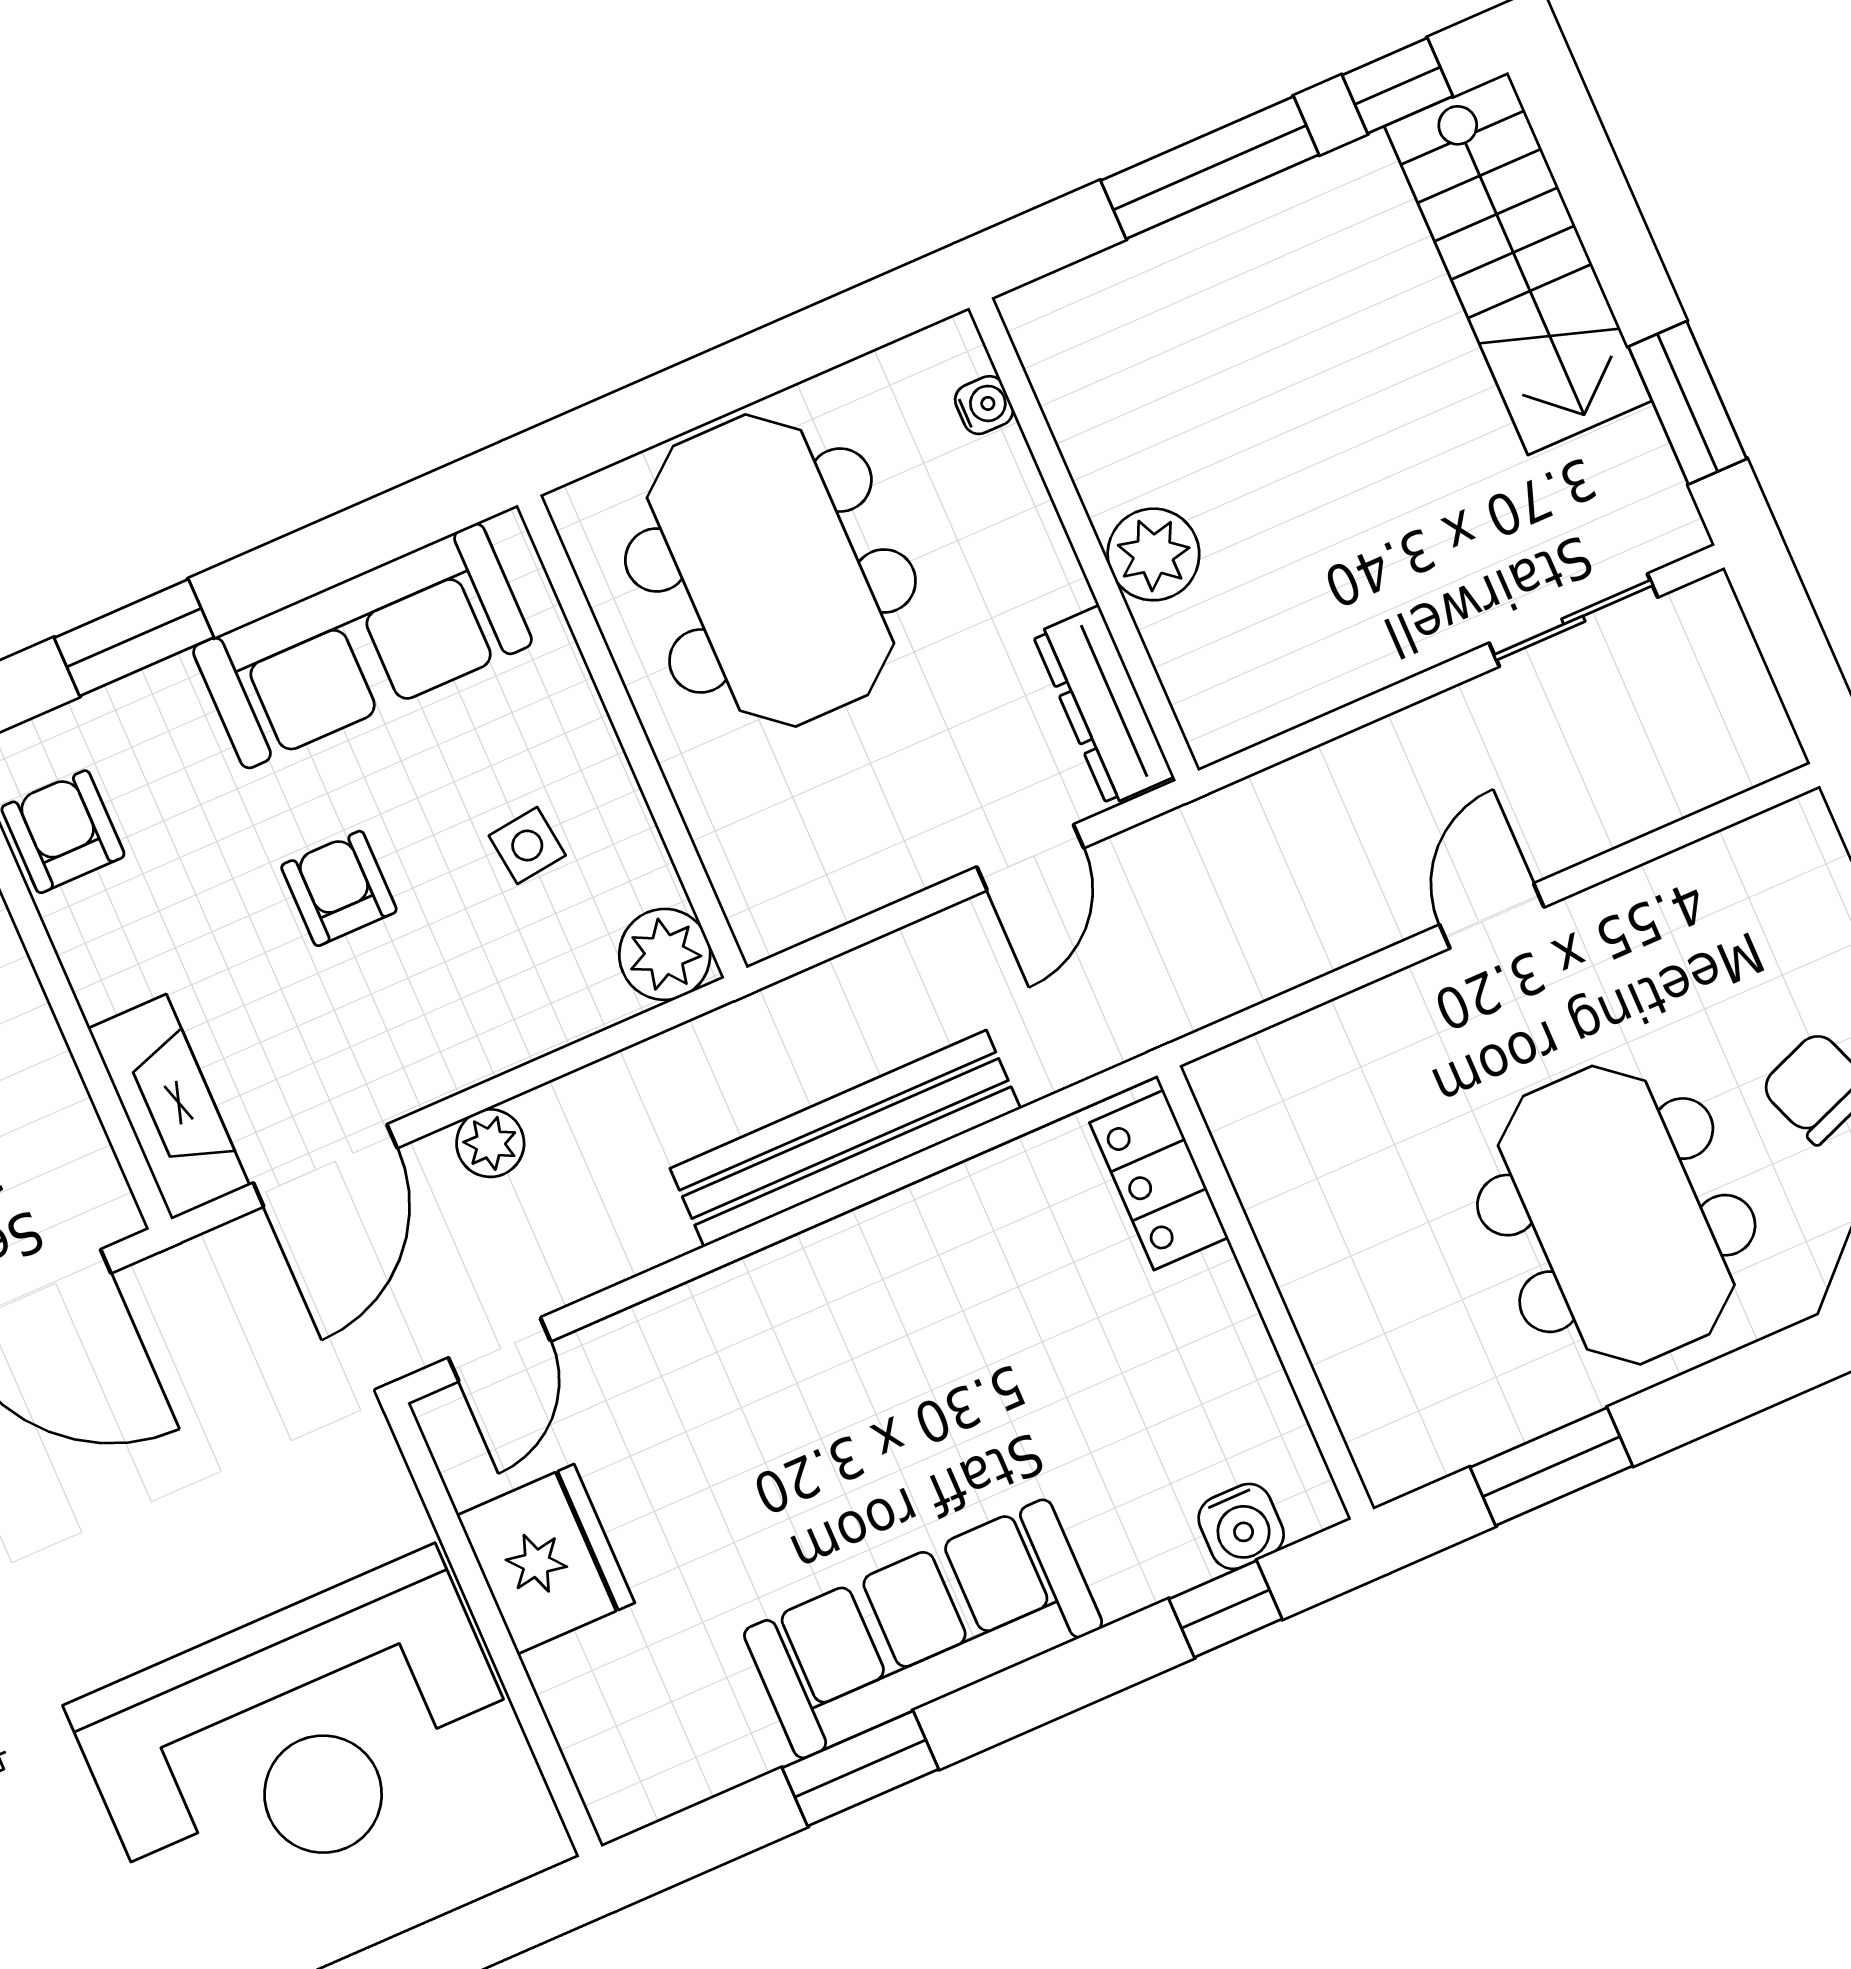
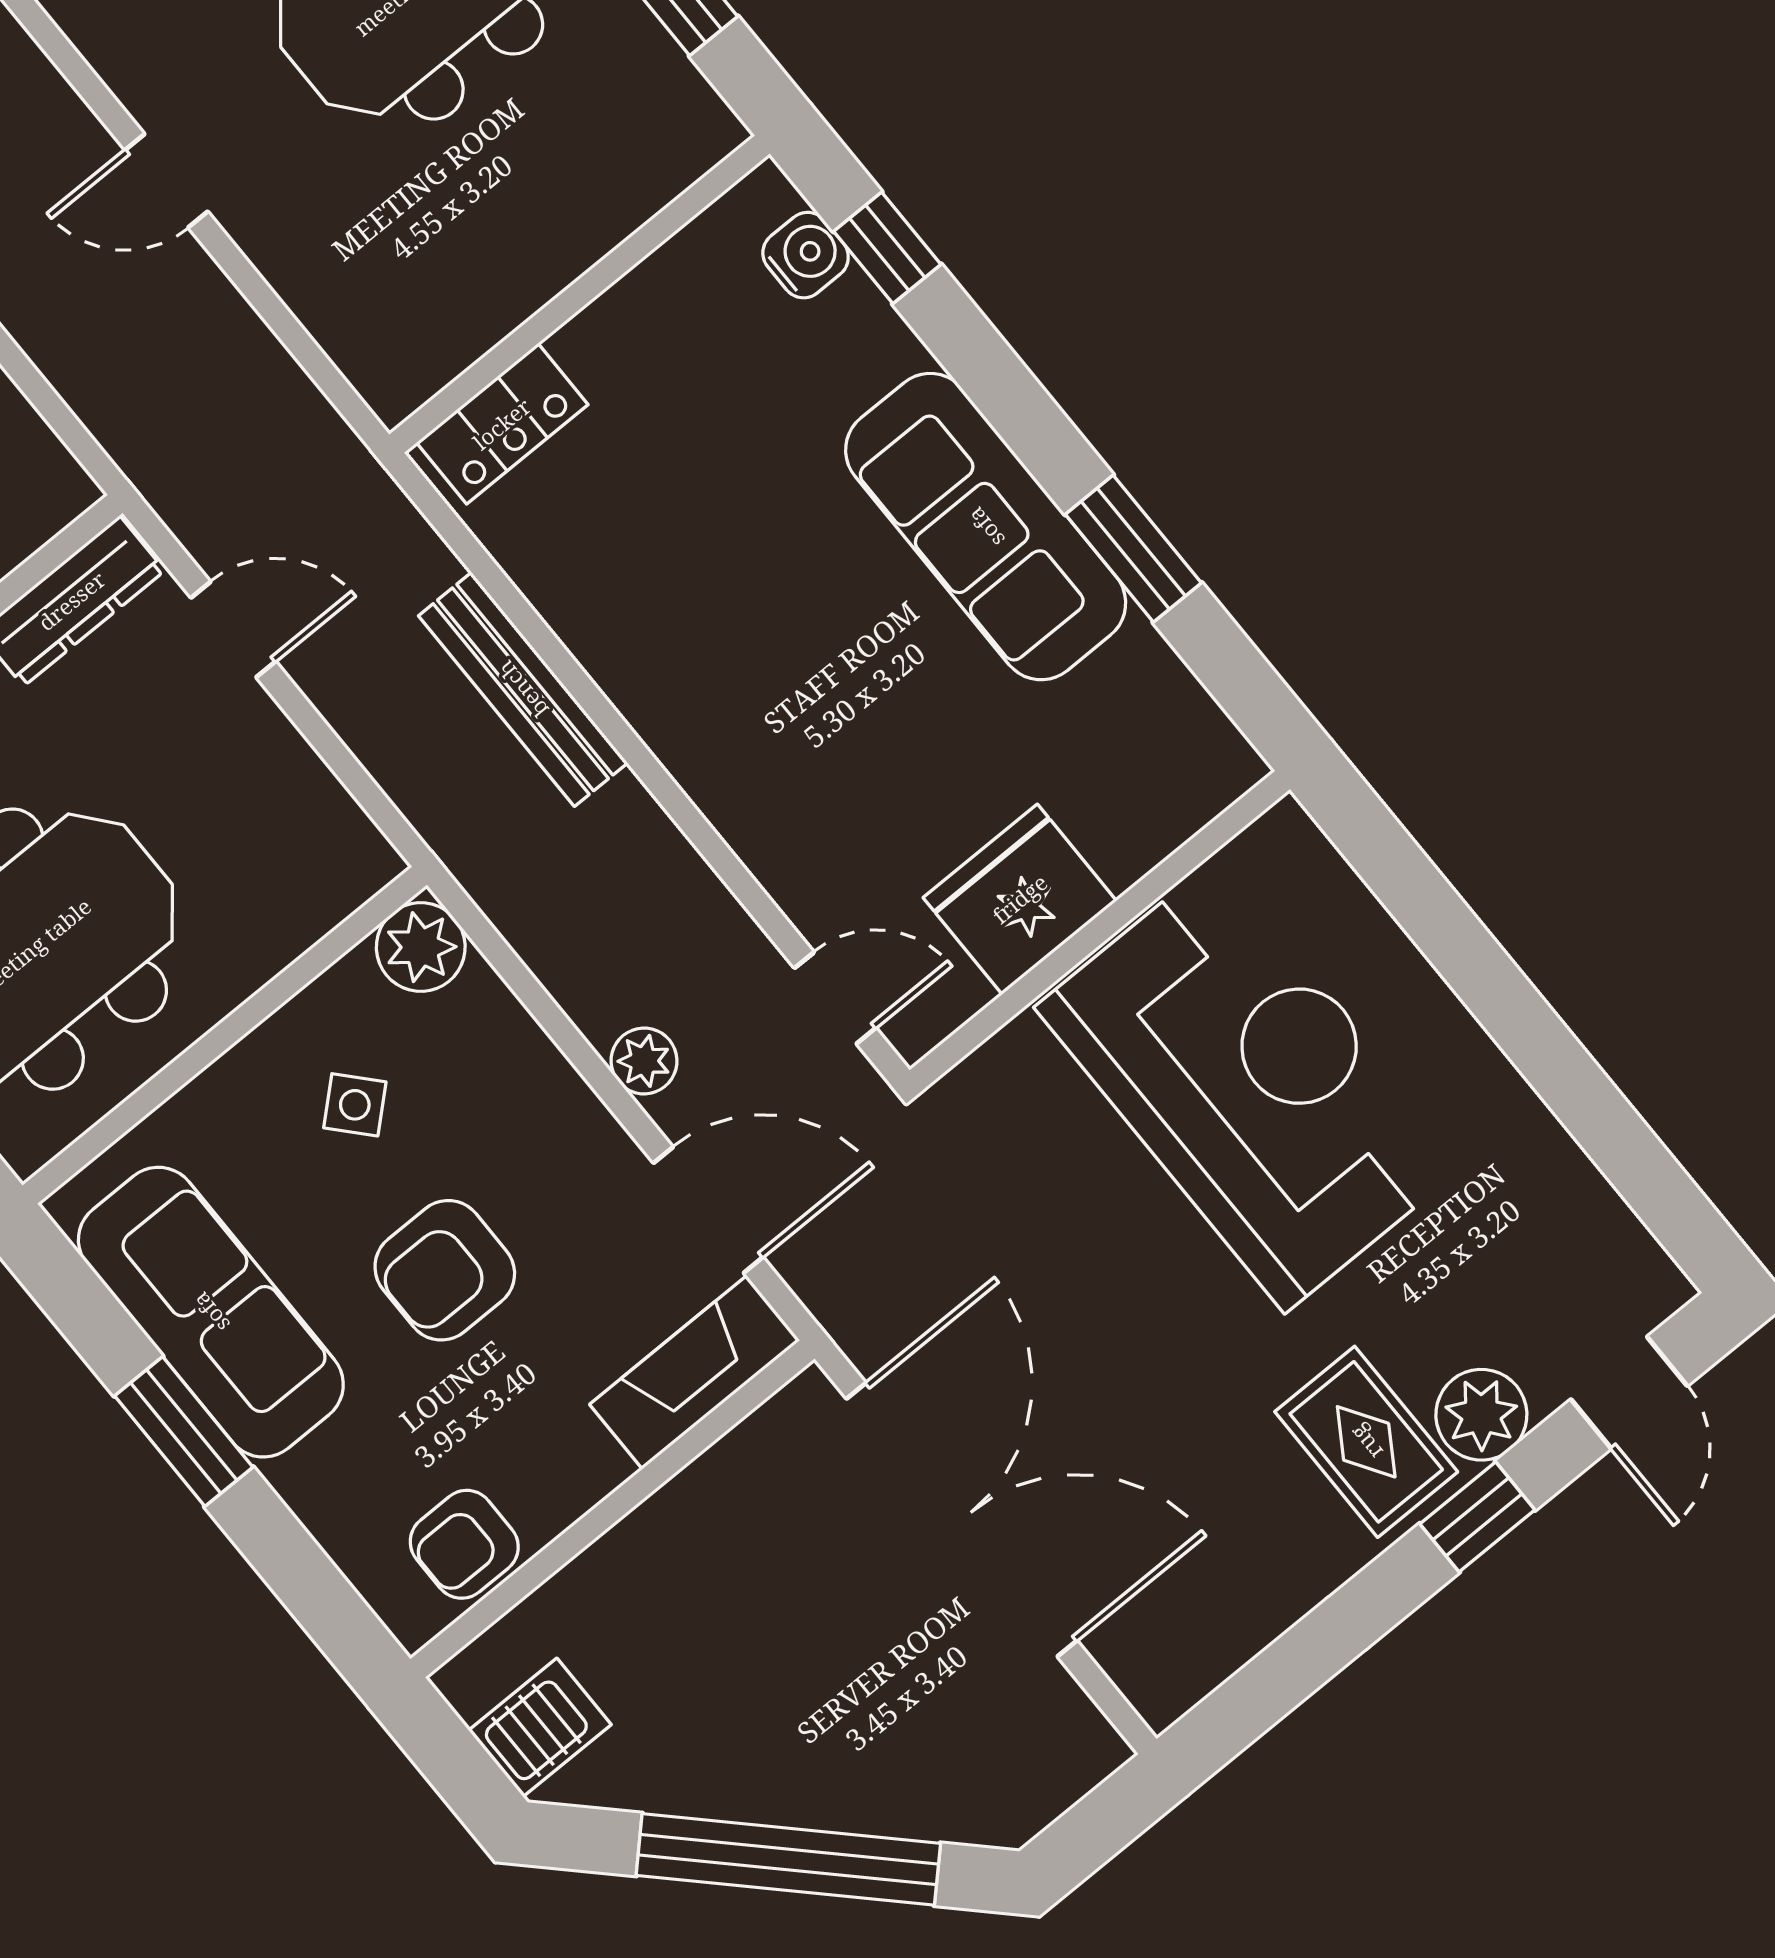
window: (134, 638) -> (184, 1432), moved
side table: (527, 846) -> (355, 1105), turned -35
armchair: (339, 888) -> (445, 1270), width x1.38, depth x1.38
bench: (845, 1139) -> (523, 689), width x0.73, depth x0.82

